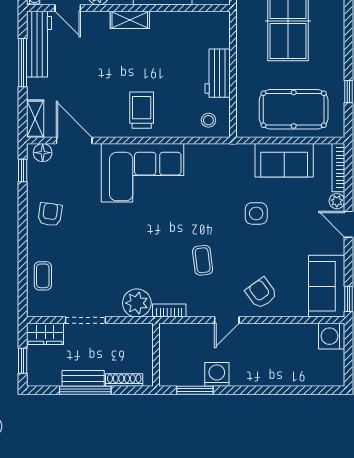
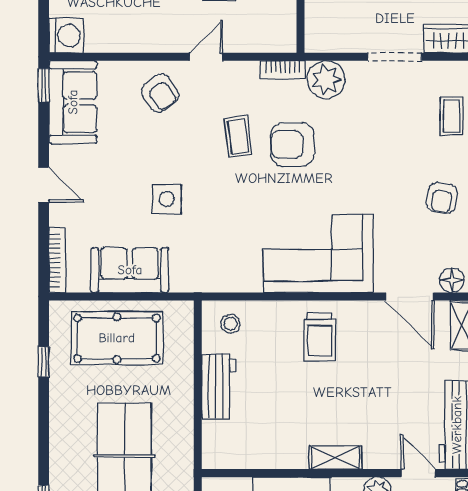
plant: (337, 201) -> (59, 216), removed
armchair: (162, 254) -> (292, 144), added

